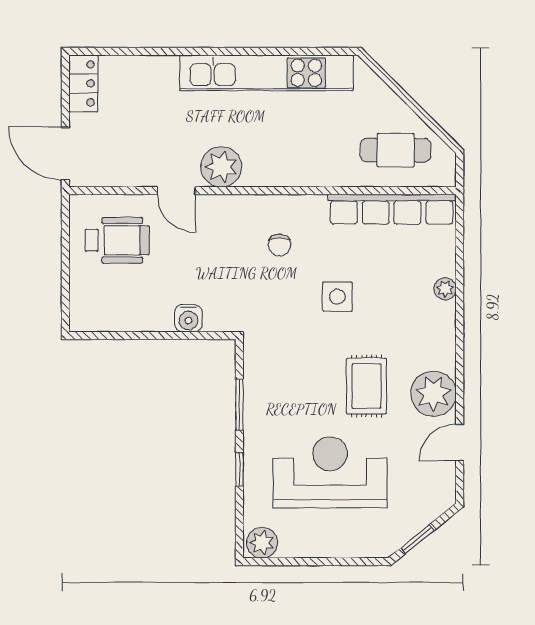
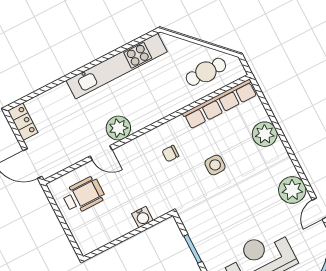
chair: (279, 245) -> (170, 154), turned 90
plant: (445, 289) -> (265, 134), width x1.87, depth x1.87
rug: (366, 386) -> (255, 204), removed

